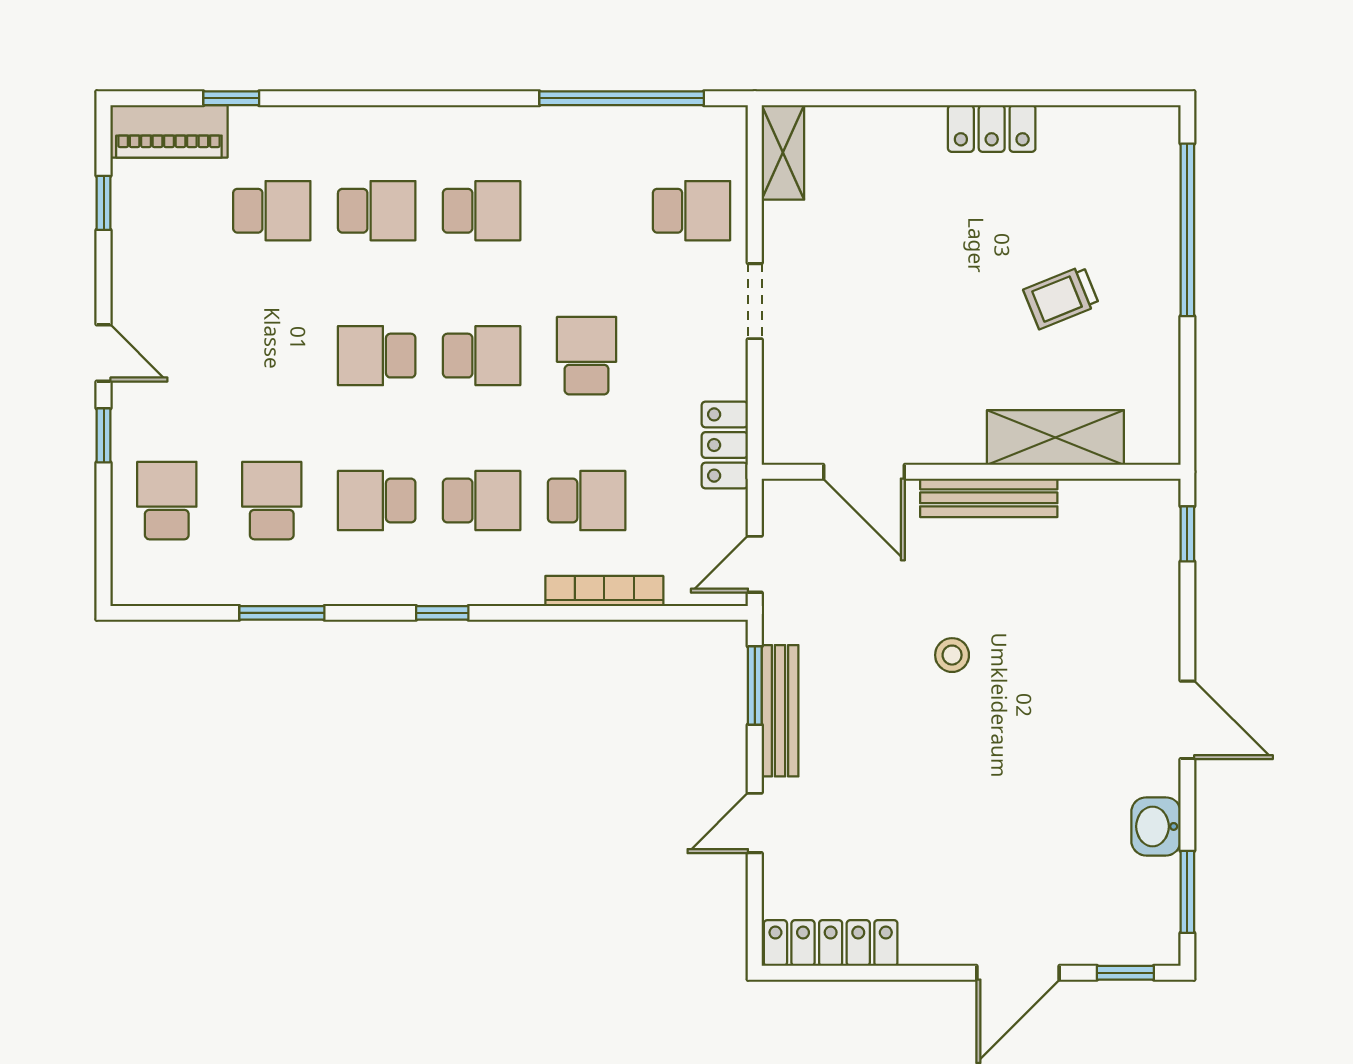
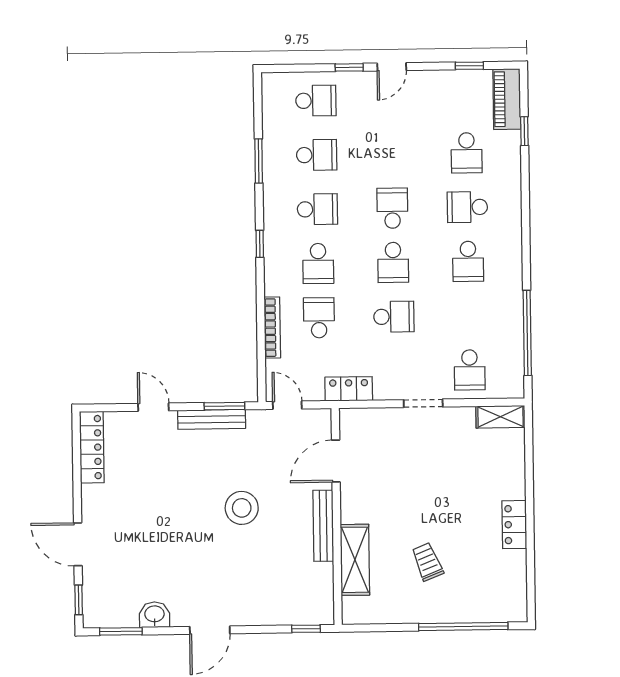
school desk: (377, 211) -> (467, 207), turned 90
school desk: (377, 501) -> (317, 209), turned 90
school desk: (587, 501) -> (319, 318), turned 180
stool: (952, 655) -> (242, 508), width x1.89, depth x1.89

